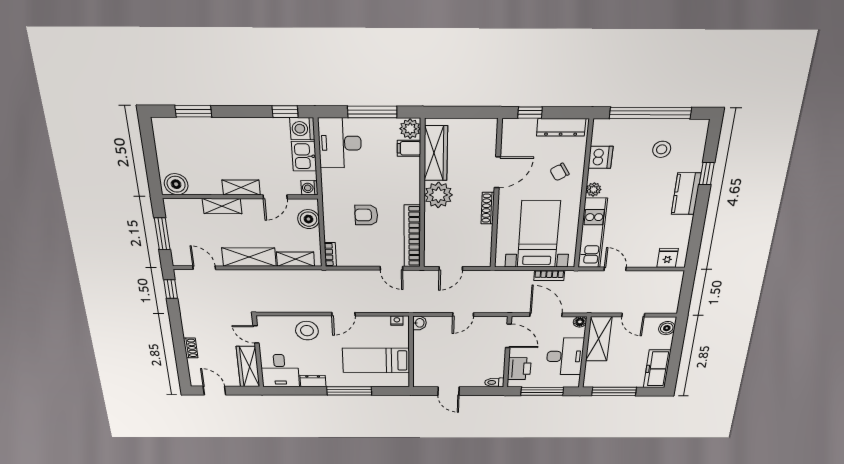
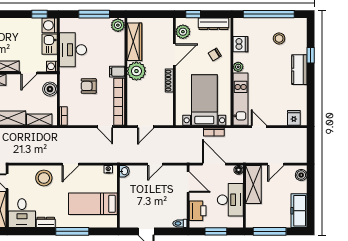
plant: (512, 139) -> (183, 32), added
desk: (340, 143) -> (73, 50), moved
filing cabinet: (409, 148) -> (117, 72), moved
door: (633, 315) -> (276, 164), hinge flipped
window: (542, 391) -> (216, 231), width x0.69

